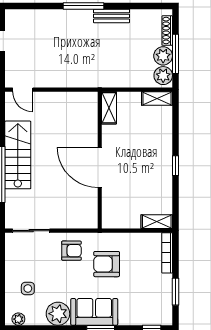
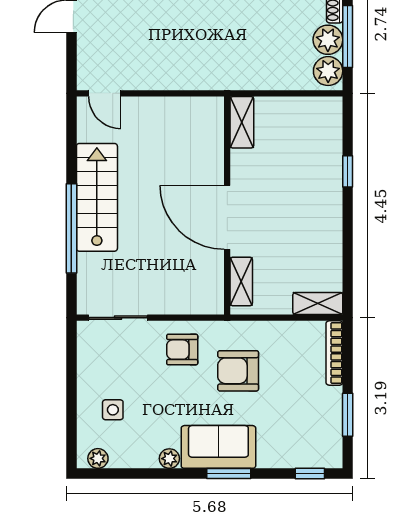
shelving: (157, 98) -> (241, 281), moved, turned 90
window: (175, 166) -> (348, 171), moved
armchair: (71, 251) -> (182, 350), turned 180
plant: (58, 314) -> (169, 459), width x0.53, depth x0.53

